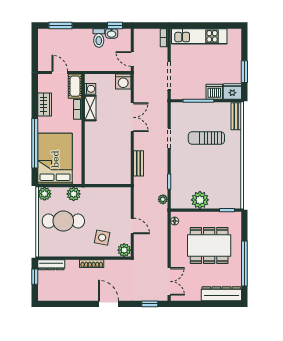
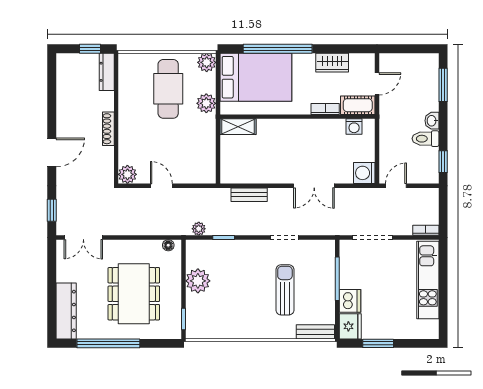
washbasin: (112, 33) -> (432, 121), moved
shelving: (90, 108) -> (238, 127), moved
door: (132, 226) -> (161, 186), swing flipped
side table: (102, 238) -> (145, 143), removed

